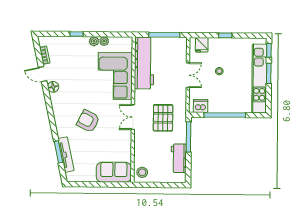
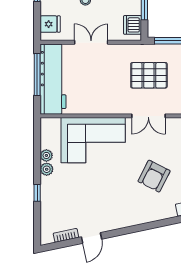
workbench: (144, 63) -> (53, 79), moved, turned 90
floor lamp: (53, 87) -> (109, 224), removed

